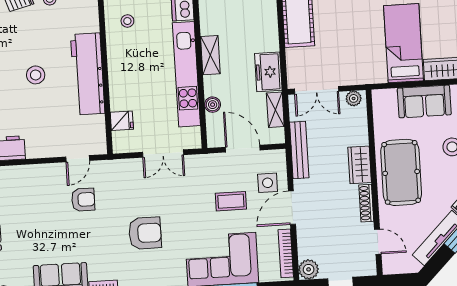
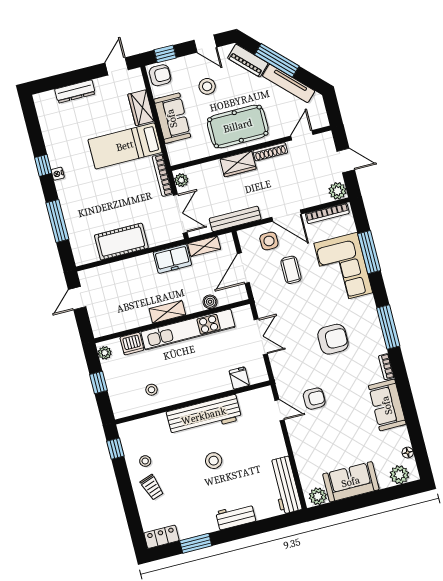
bookcase: (363, 79) -> (162, 175), added
armchair: (83, 200) -> (314, 399), turned 90
armchair: (145, 233) -> (333, 339), turned 90

